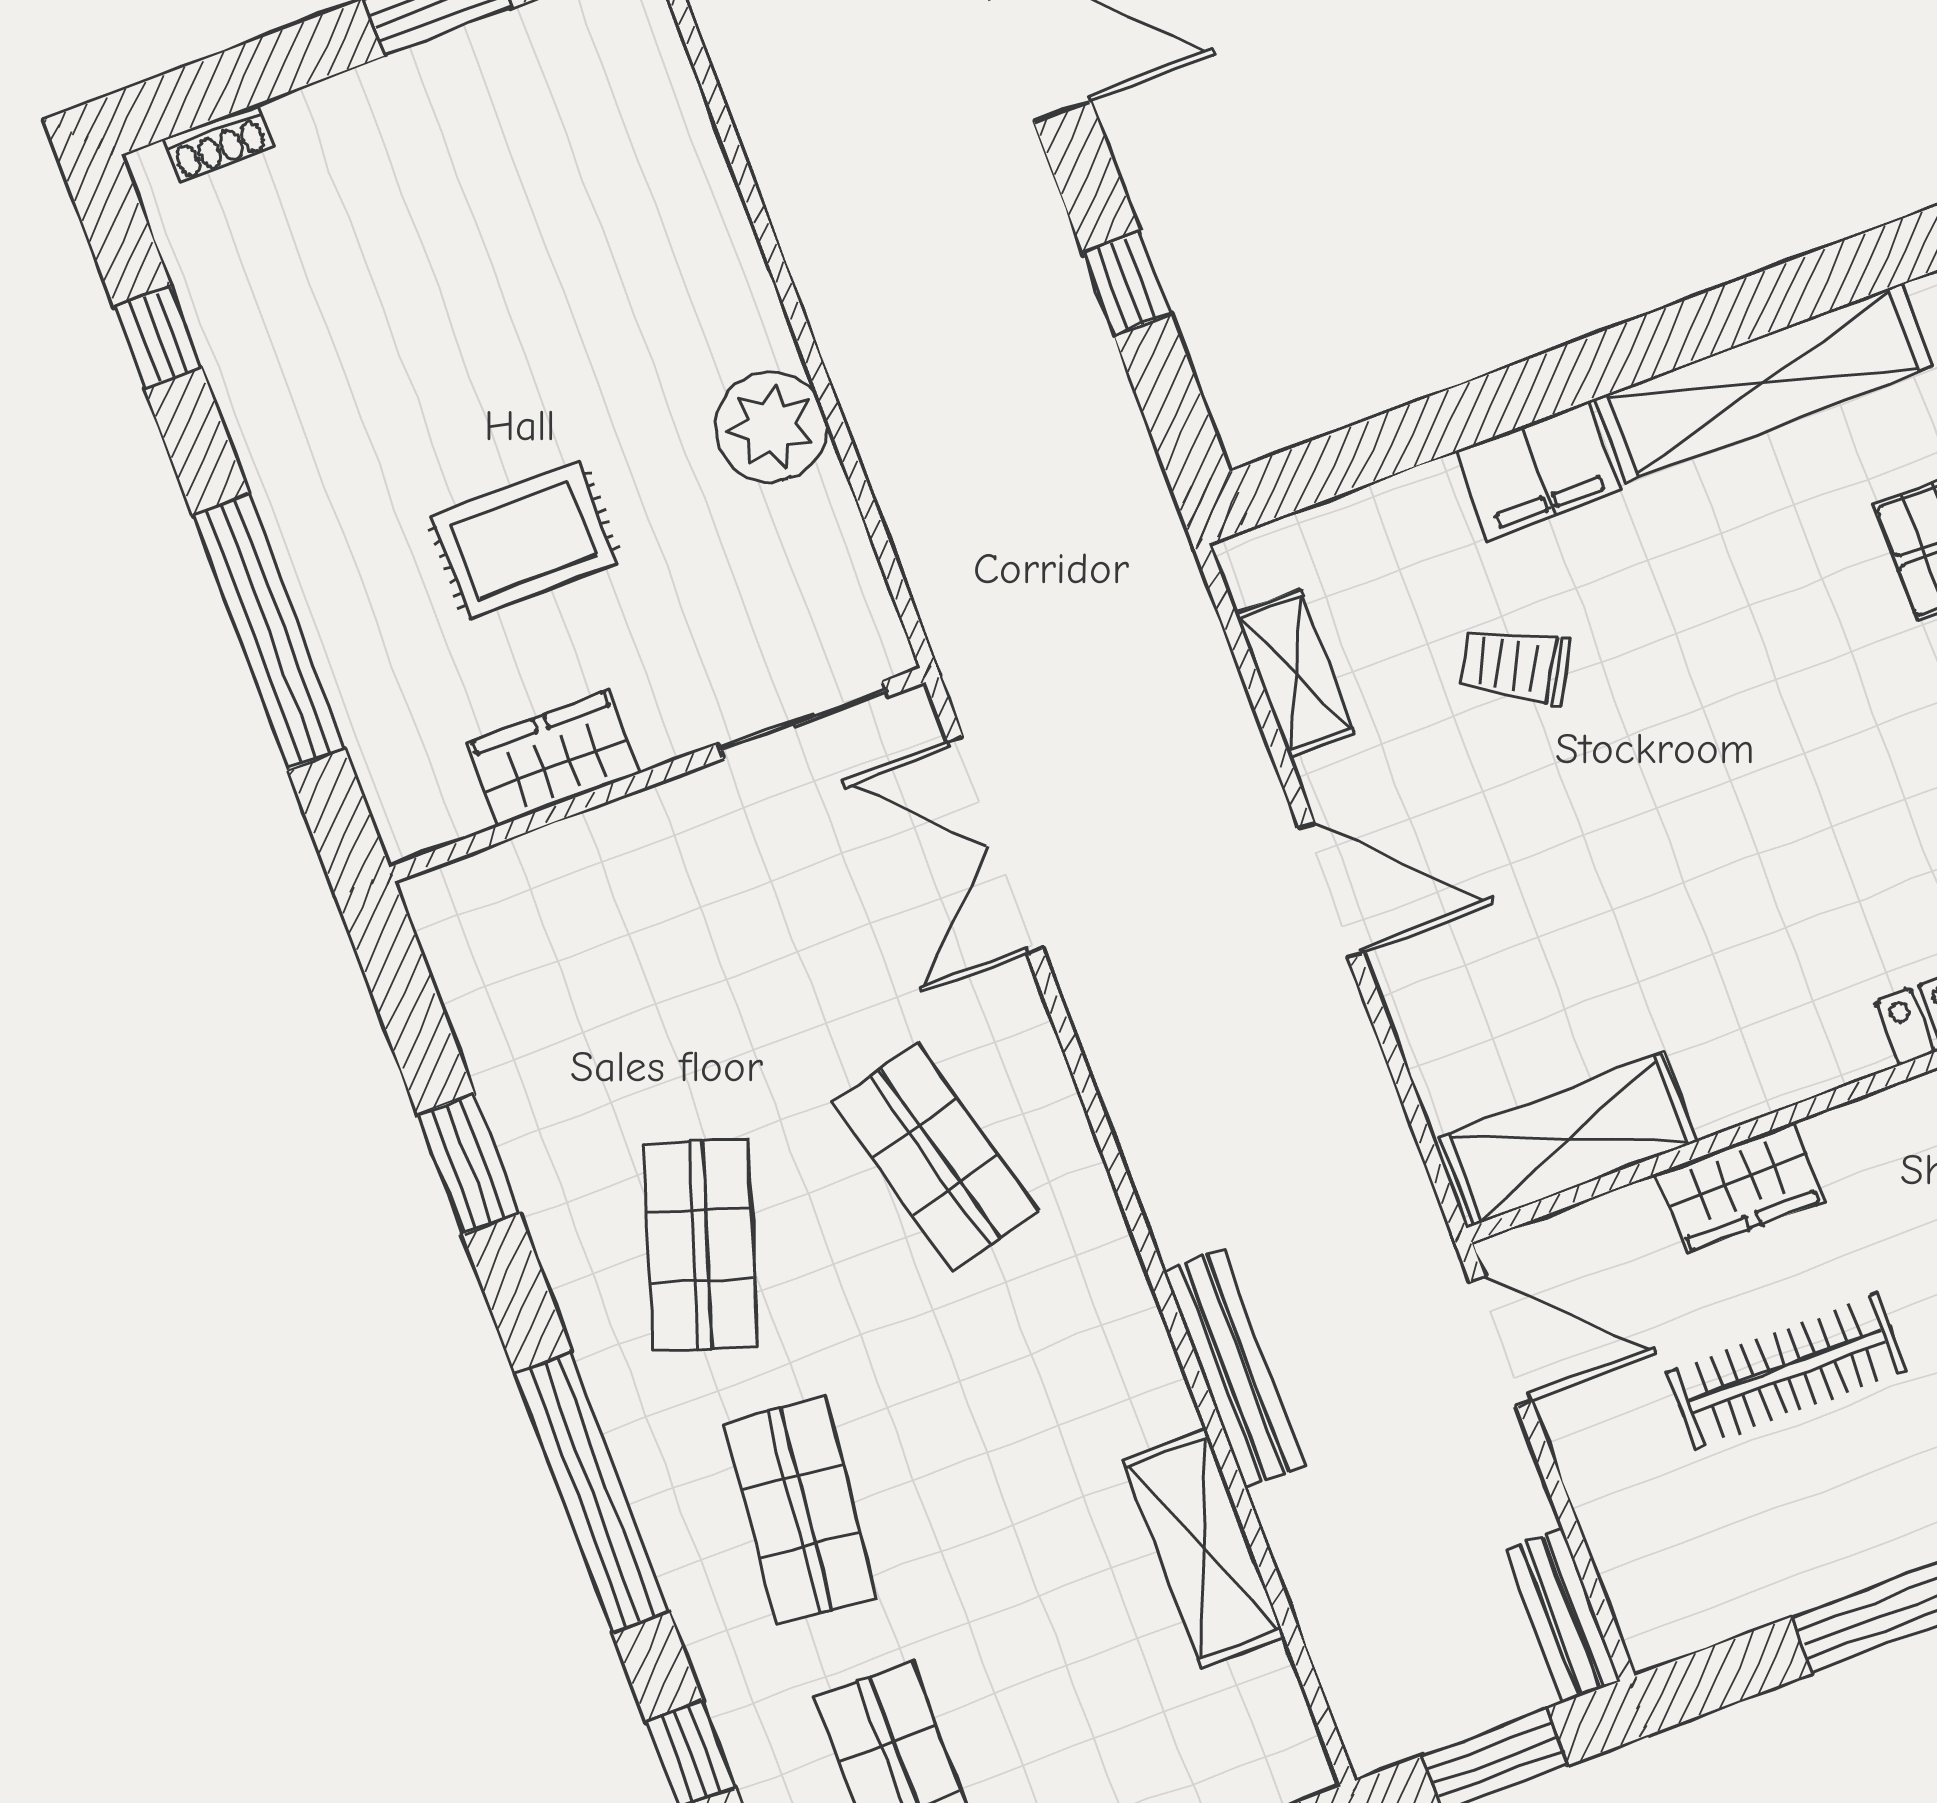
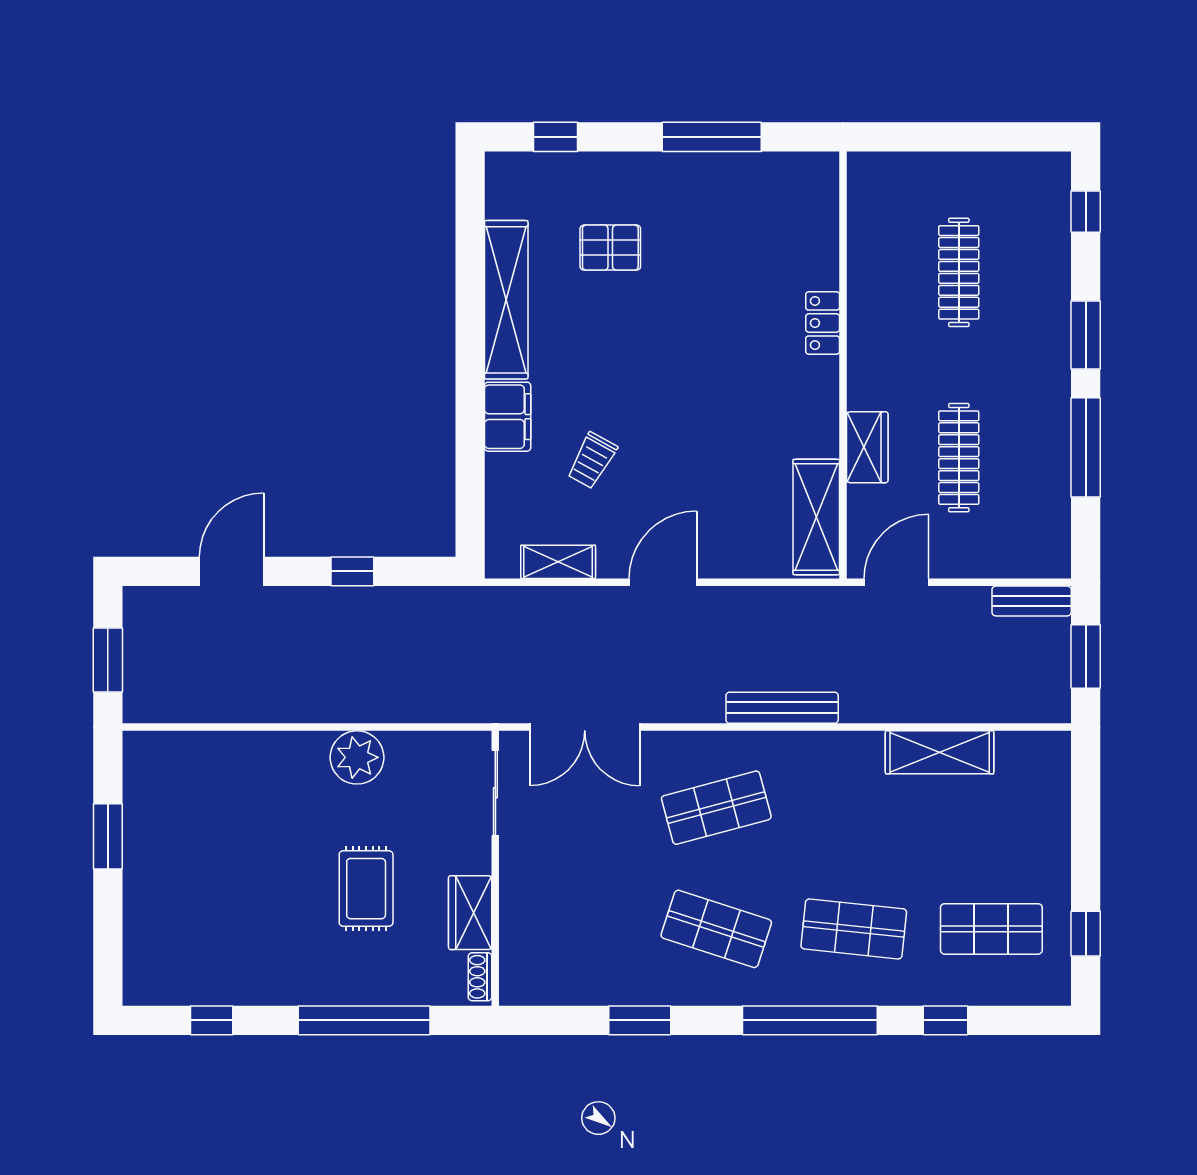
shoe rack: (218, 144) -> (480, 977), moved, turned 180
bench: (1234, 1368) -> (782, 708), moved

